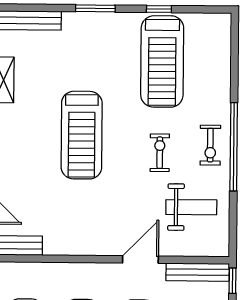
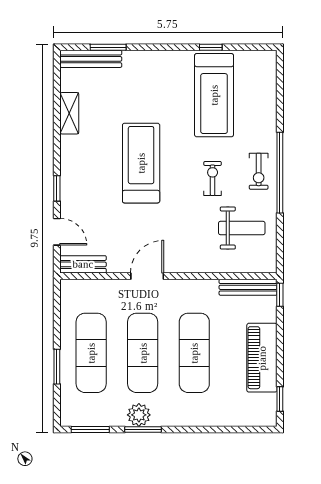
window: (95, 8) -> (108, 47), moved
treadmill: (82, 135) -> (141, 163), turned 180
door: (140, 260) -> (147, 276), moved

